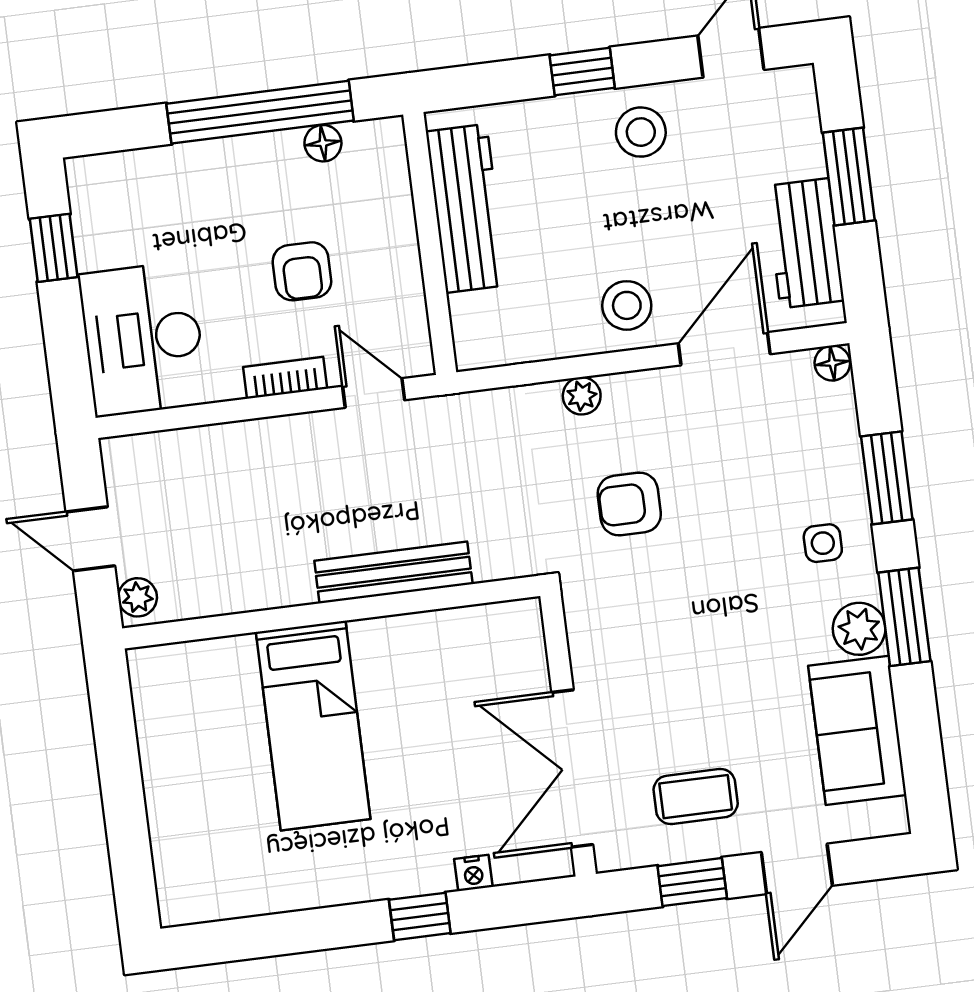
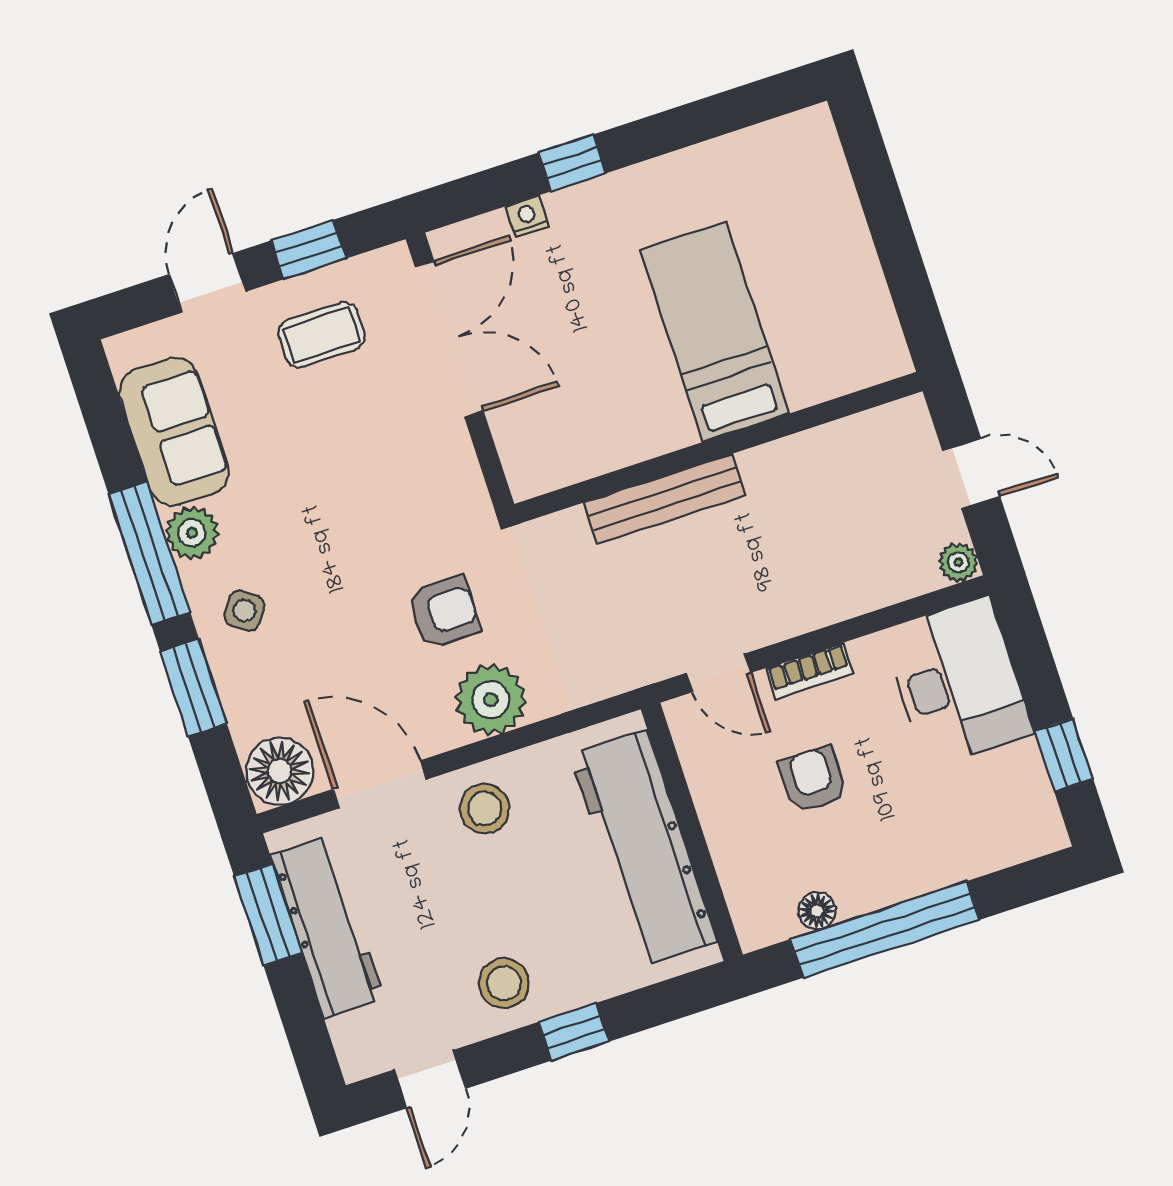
window: (849, 177) -> (268, 915), moved
workbench: (466, 208) -> (643, 848), width x1.36, depth x1.32
workbench: (805, 243) -> (328, 927), width x1.38
door: (724, 349) -> (380, 784), swing flipped
floor lamp: (832, 363) -> (280, 771), width x1.89, depth x1.89
plant: (582, 396) -> (491, 700), width x1.87, depth x1.87
side table: (823, 543) -> (244, 611), turned 36
plant: (138, 597) -> (958, 562), moved
window: (904, 617) -> (149, 553), width x1.44

